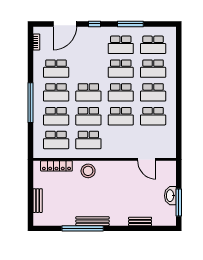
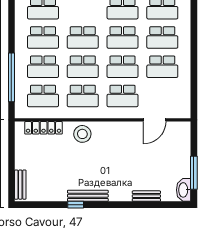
window: (30, 103) -> (11, 77), moved
school desk: (121, 140) -> (123, 96), added
door: (147, 159) -> (155, 120), hinge flipped
washbasin: (170, 196) -> (184, 190), moved
bench: (38, 201) -> (20, 185), moved
window: (83, 228) -> (76, 205), width x0.32

